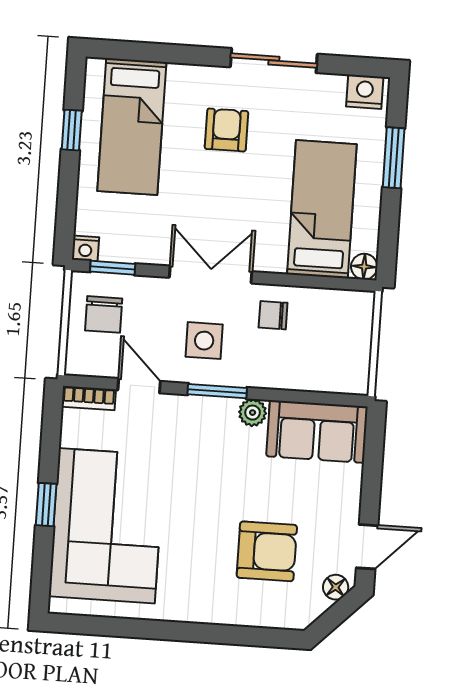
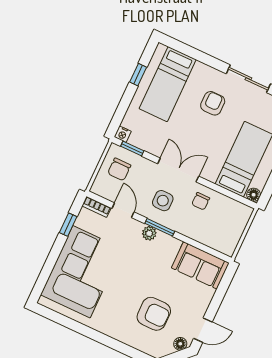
chair: (273, 315) -> (201, 201), turned -90
plant: (253, 413) -> (149, 233), moved
window: (46, 505) -> (68, 225), moved

